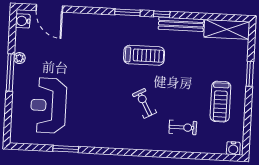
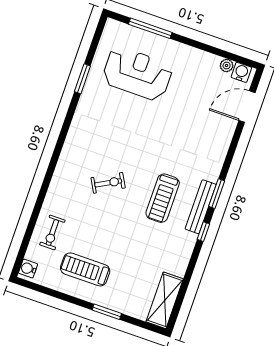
bench: (181, 24) -> (201, 207), moved
plant: (19, 58) -> (227, 65), moved
window: (10, 72) -> (150, 28), moved
exercise bike: (183, 127) -> (52, 233), moved

